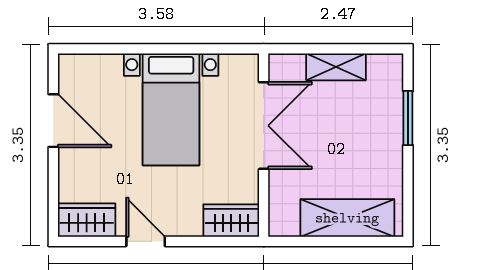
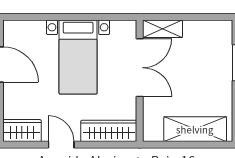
shelving: (336, 67) -> (162, 29), moved
wardrobe: (231, 221) -> (109, 131), width x1.50

